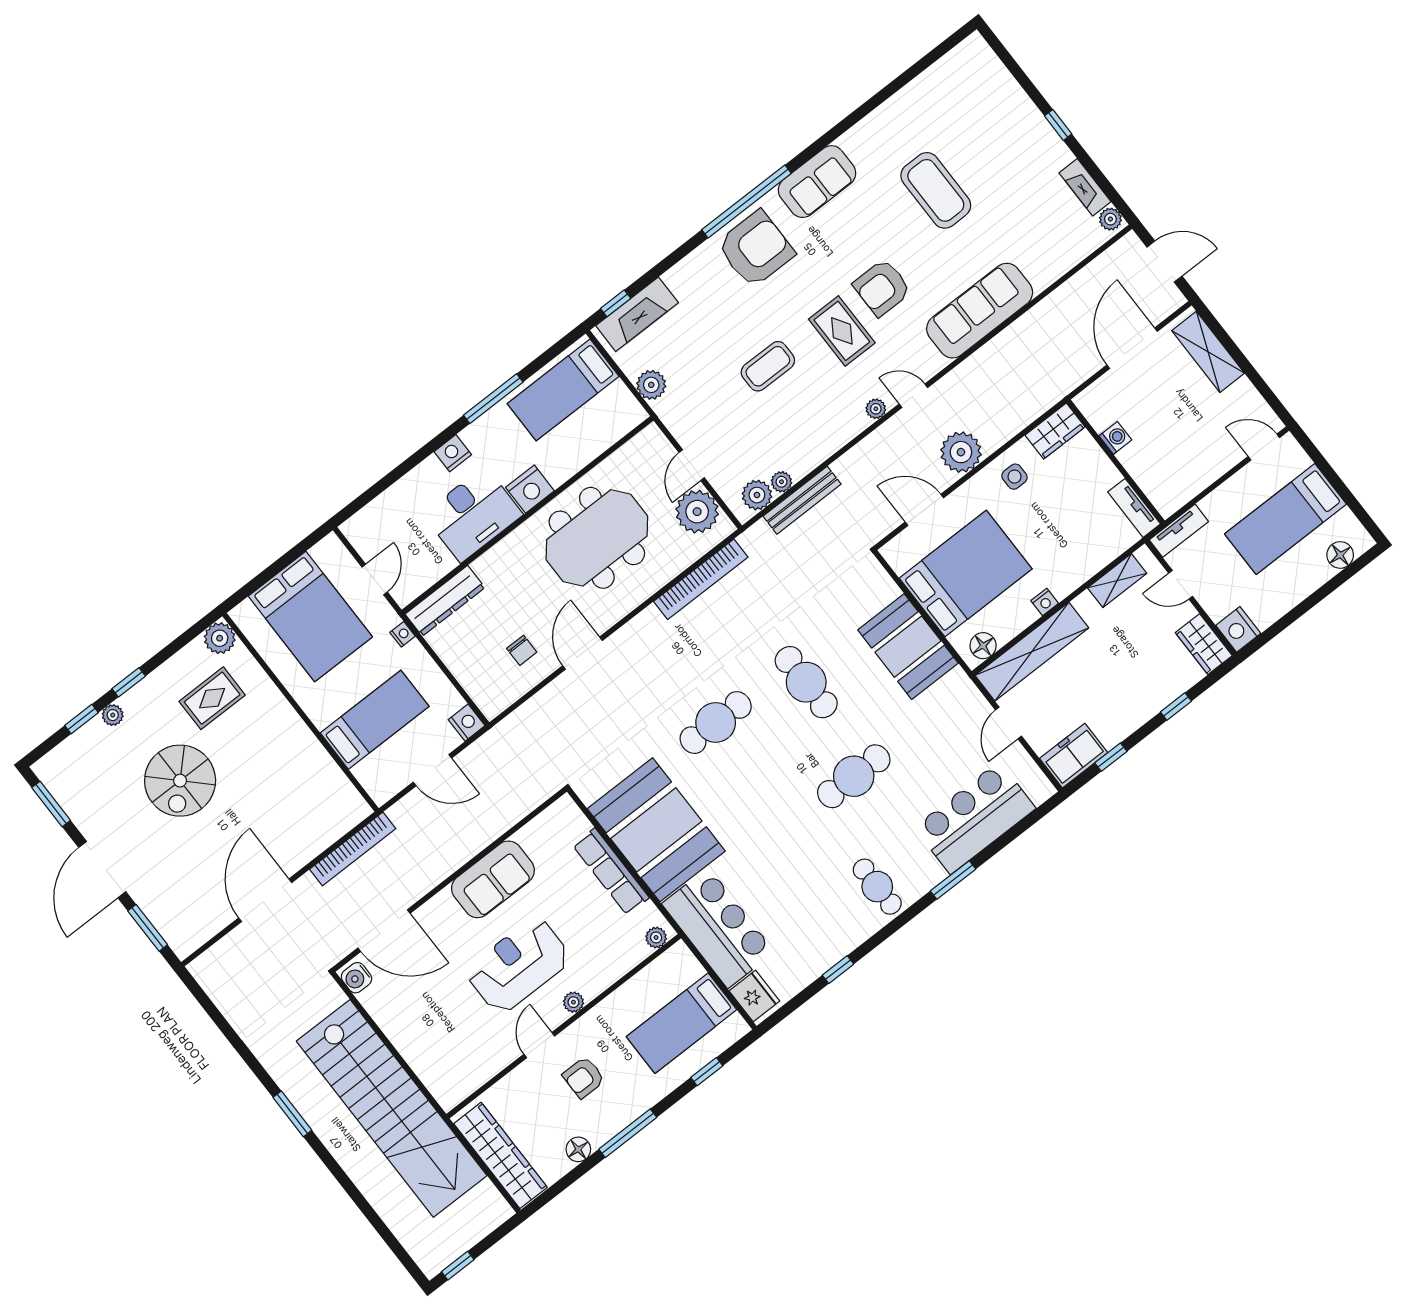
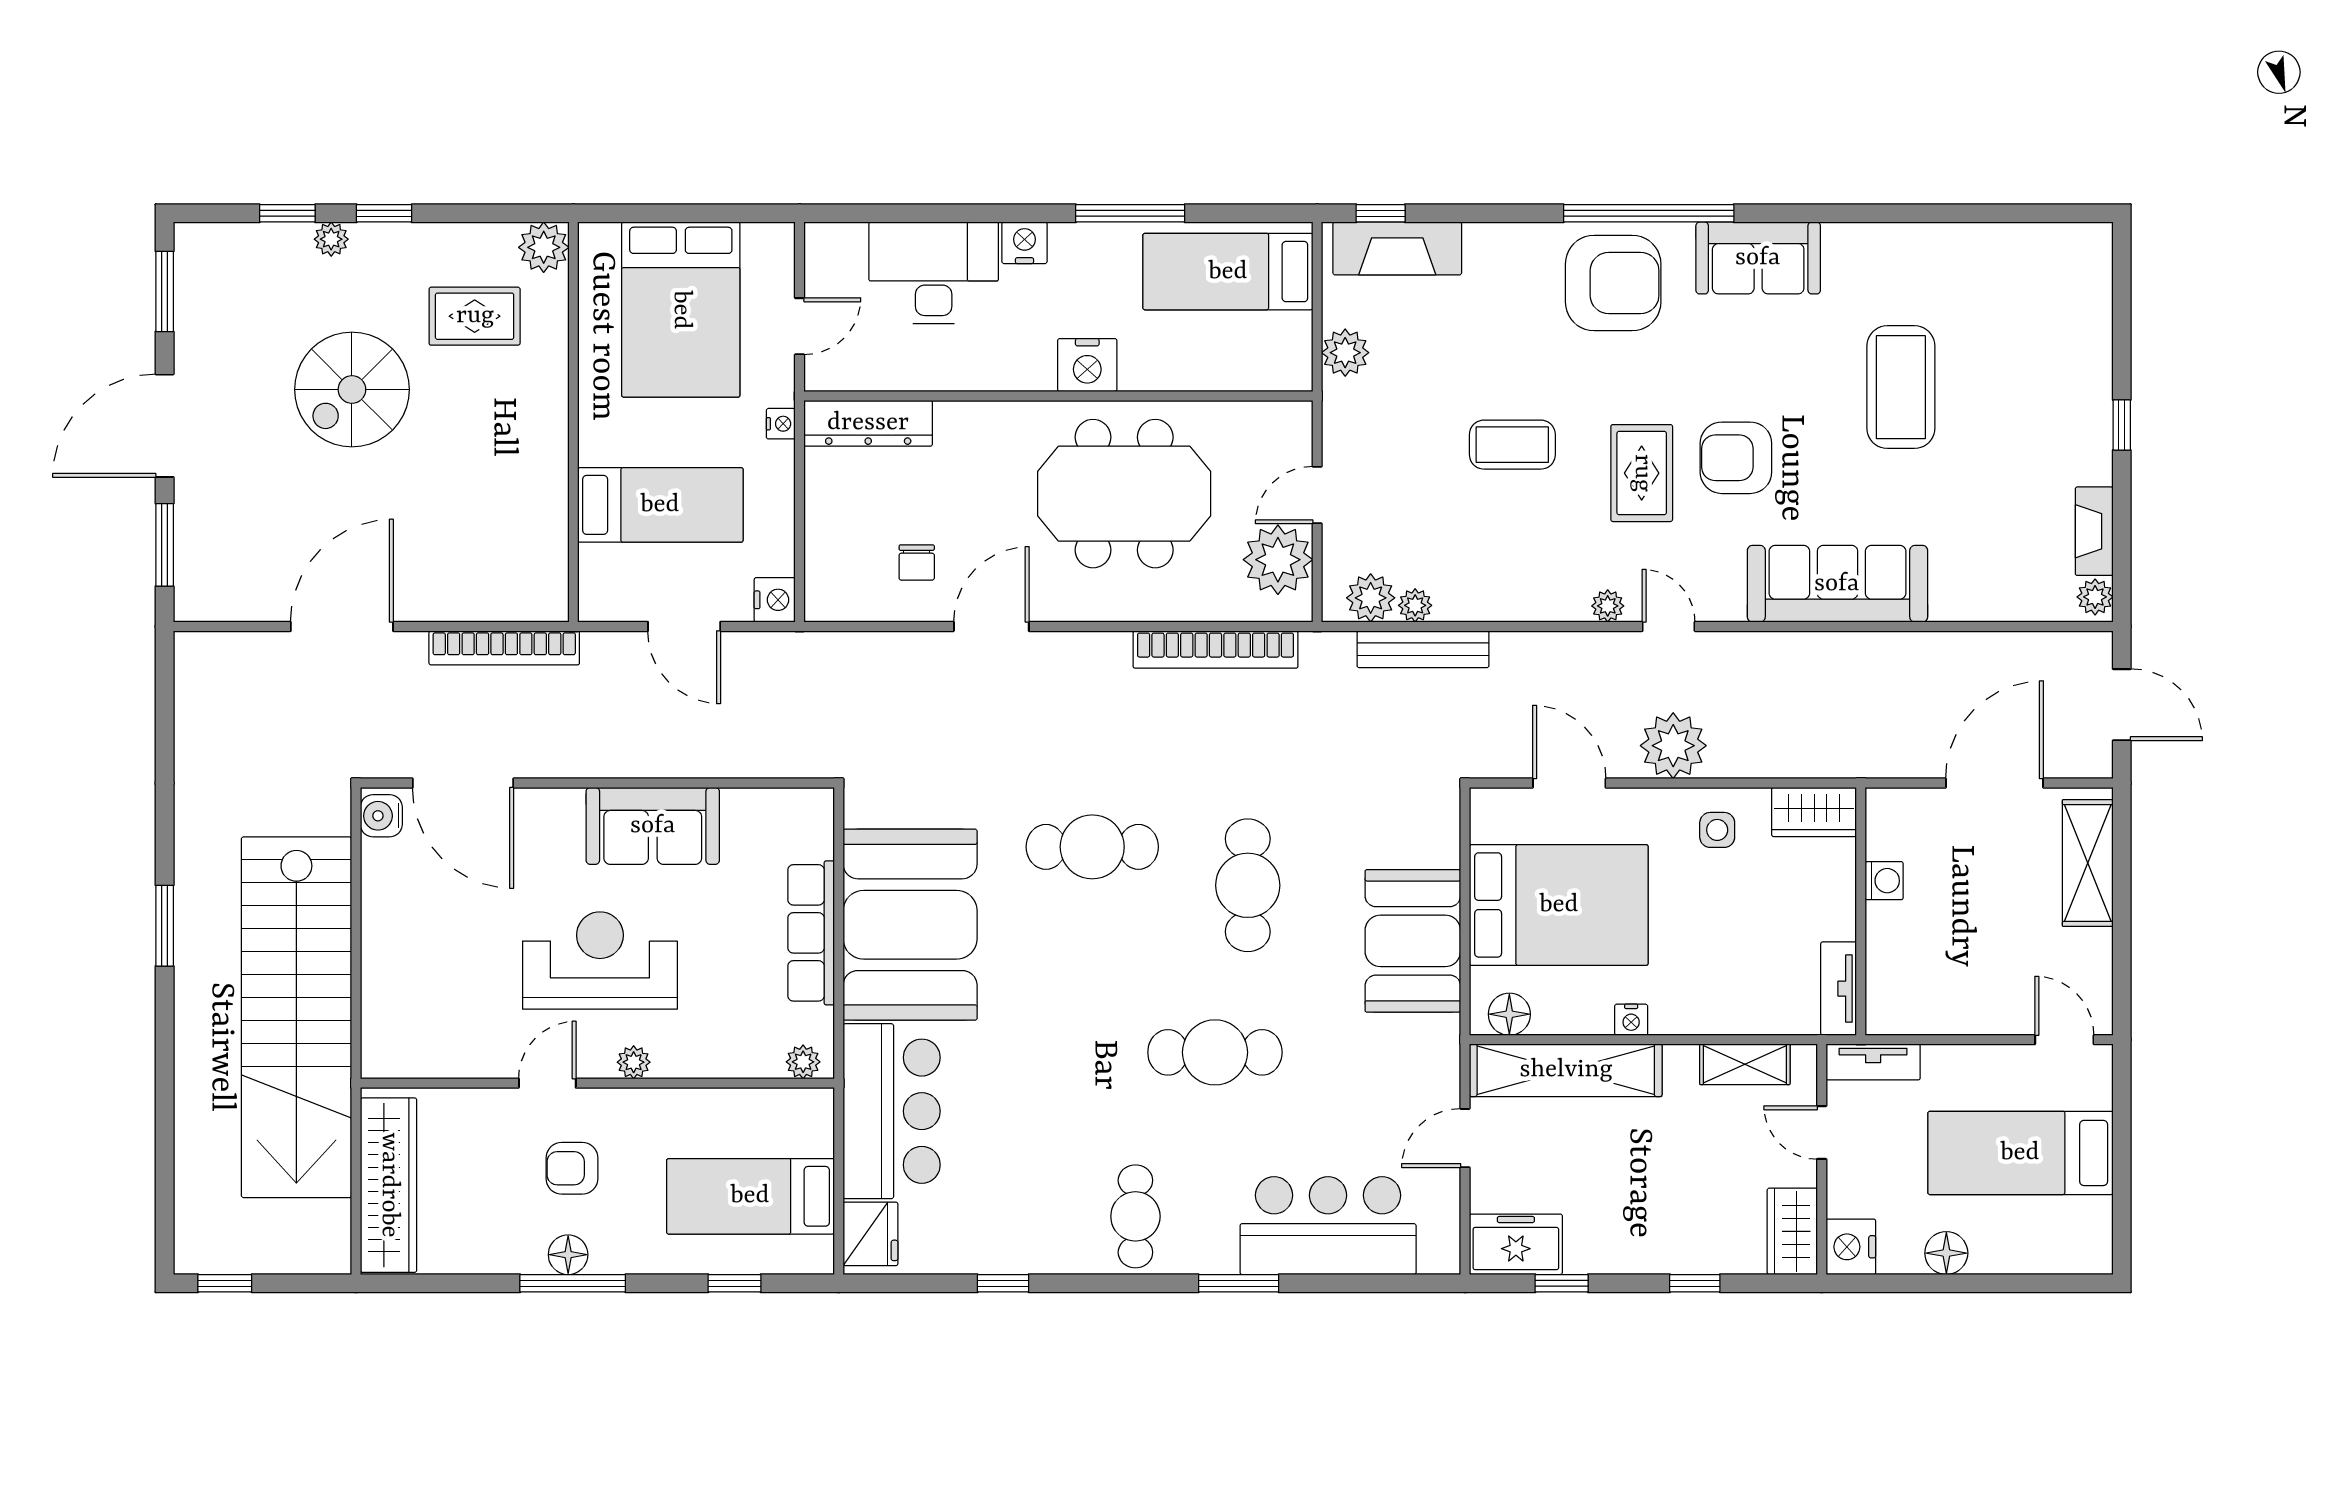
desk: (473, 514) -> (934, 273), moved, turned 180
floor lamp: (1340, 555) -> (1946, 1253), moved
floor lamp: (578, 1149) -> (568, 1255), moved

